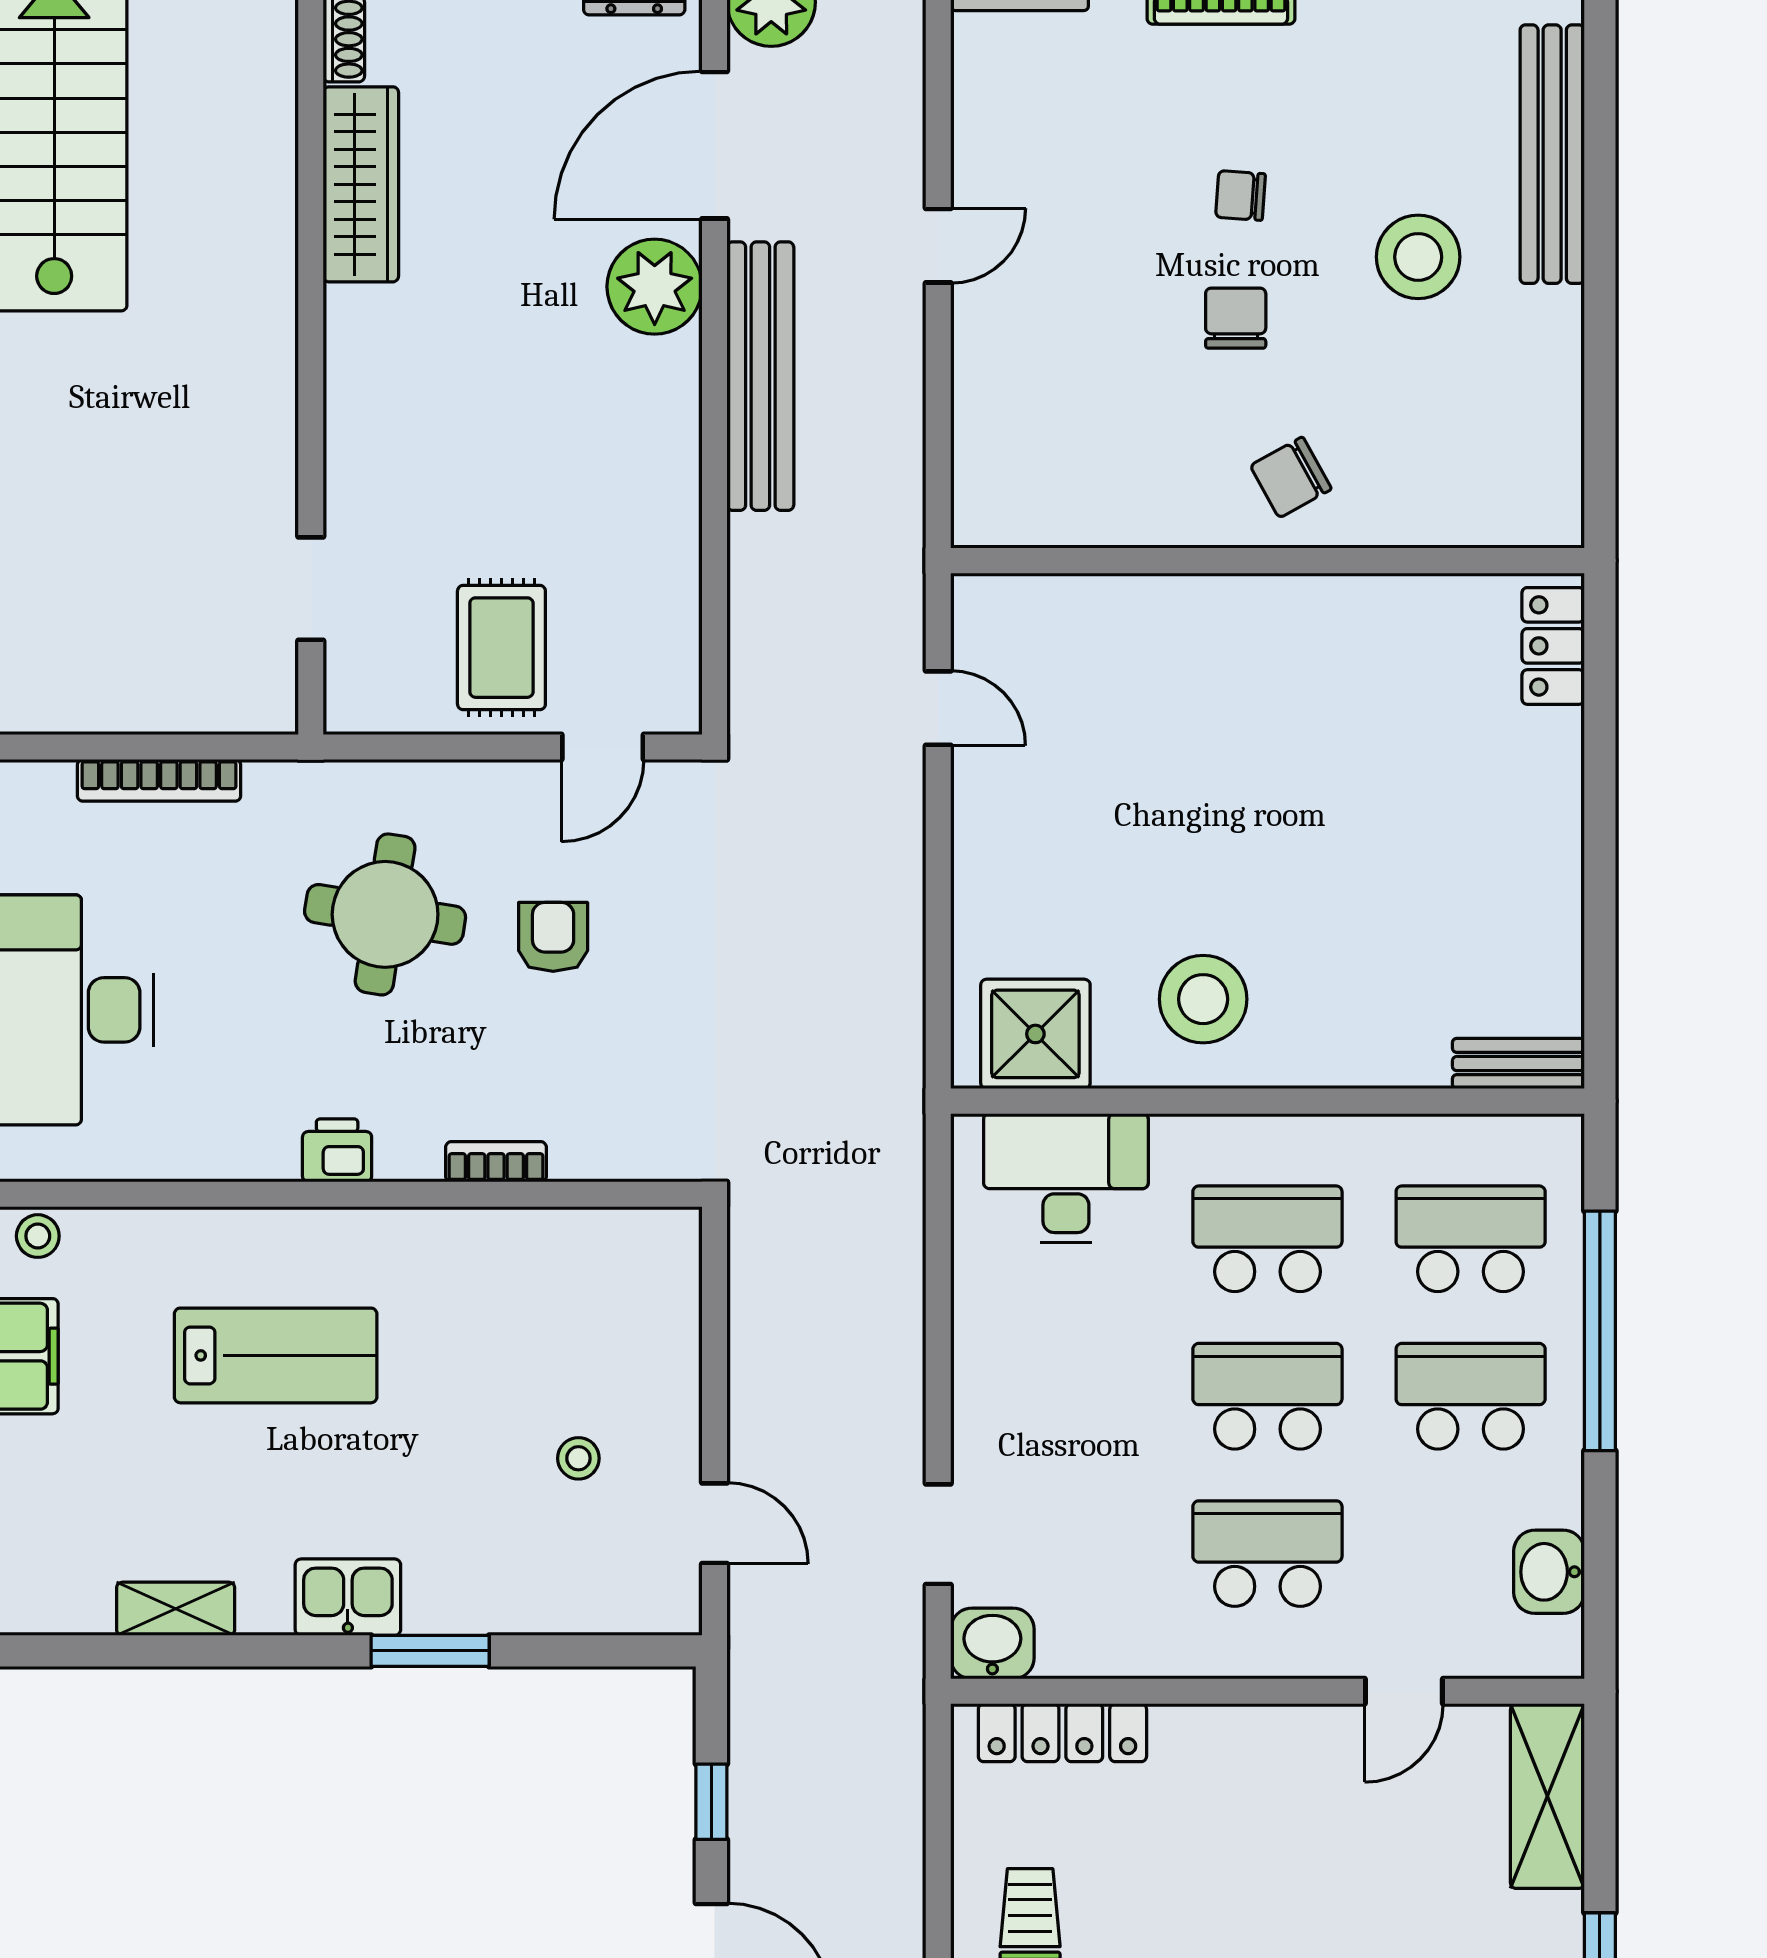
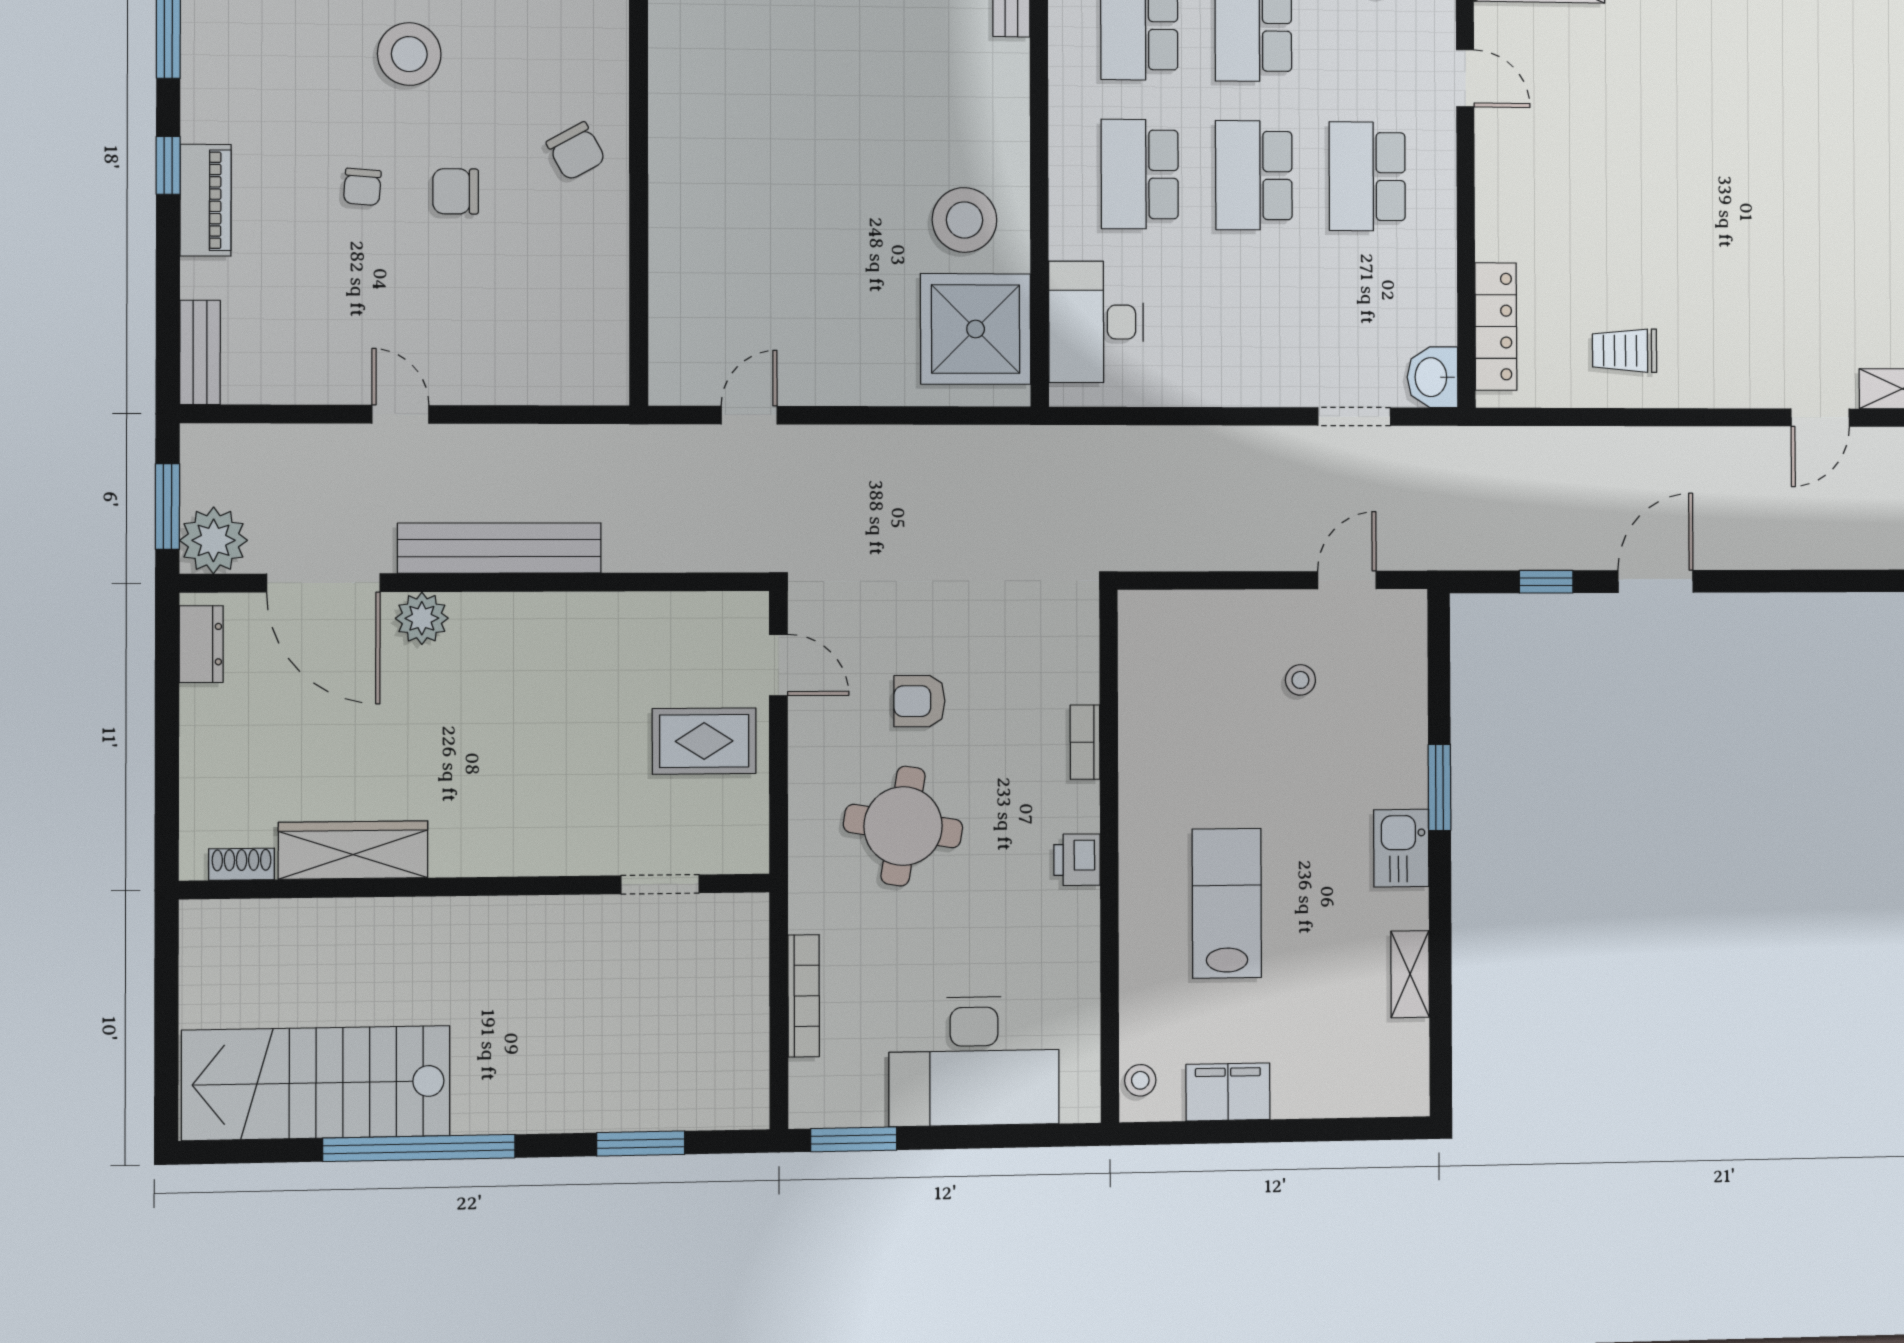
plant: (655, 287) -> (422, 618), width x0.73, depth x0.73
shower: (1035, 1034) -> (976, 329), width x1.37, depth x1.37

